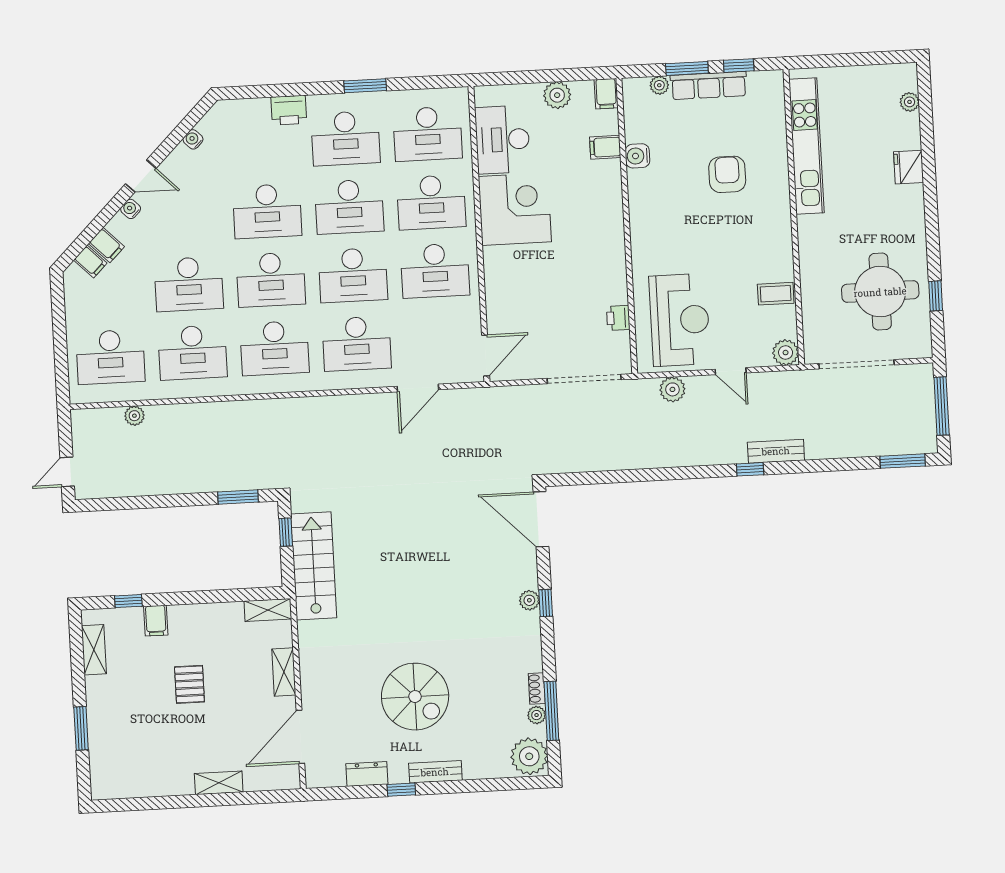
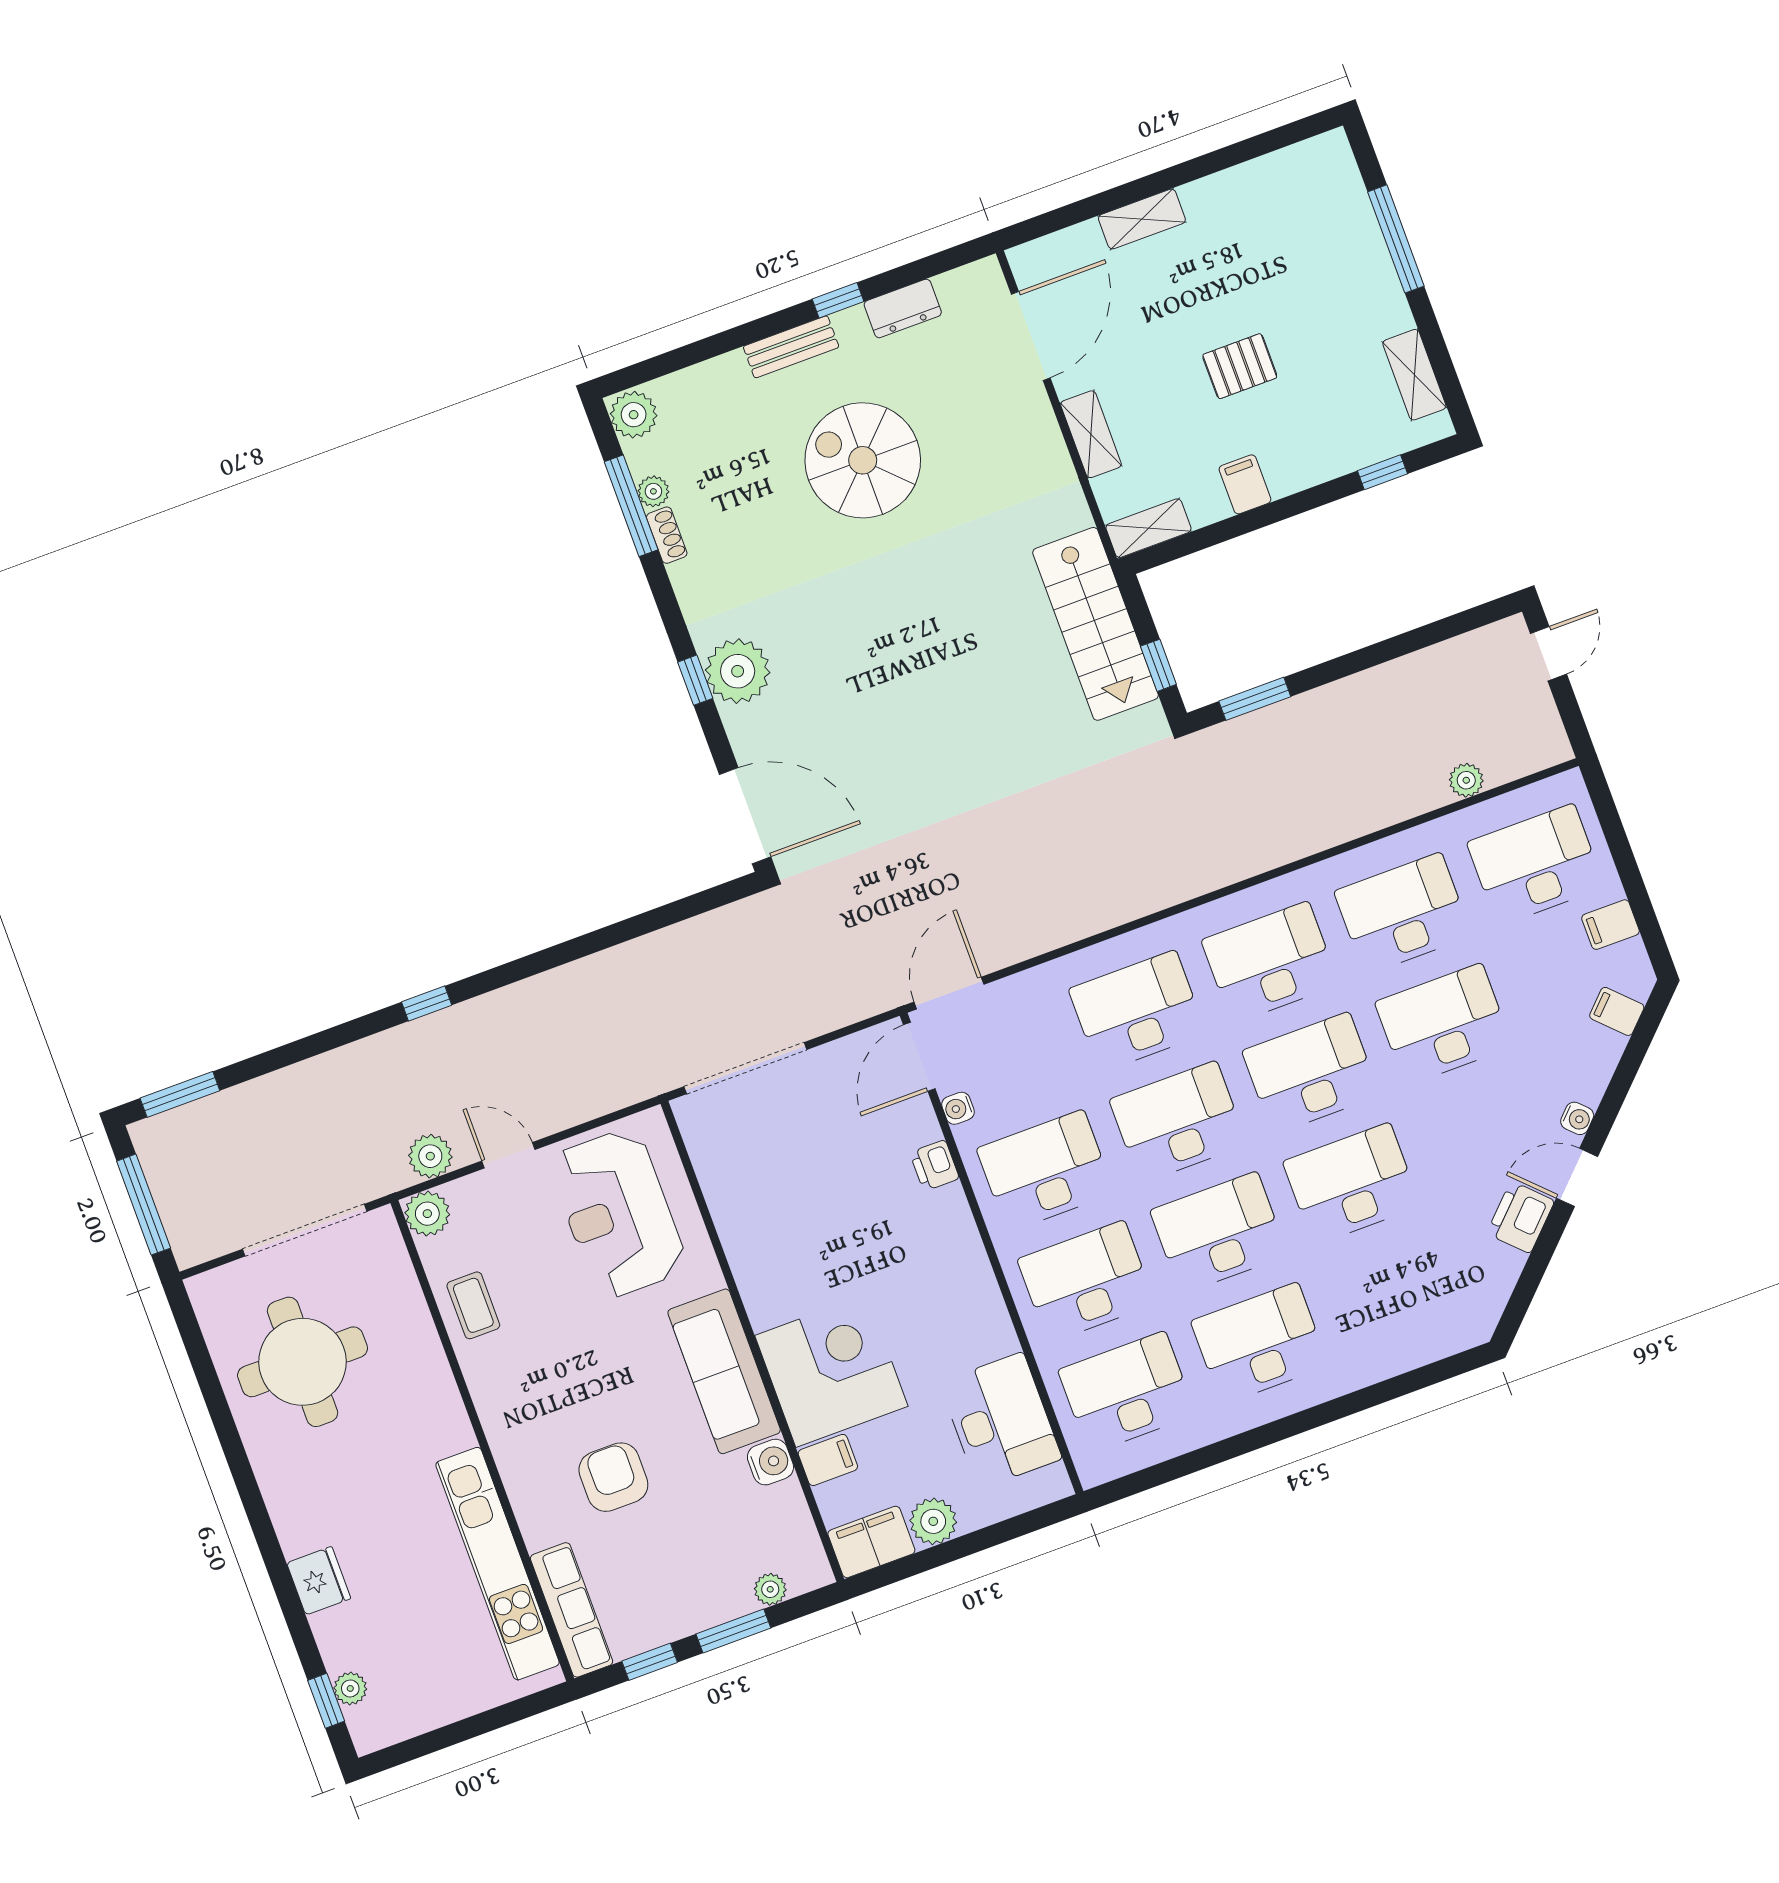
window: (365, 86) -> (1254, 1439), removed
row of seats: (709, 86) -> (571, 1610), moved, turned 90
filing cabinet: (606, 94) -> (871, 1542), width x2.00
printer: (289, 110) -> (1521, 1217), moved, turned -45
water cooler: (193, 139) -> (958, 1108), moved, turned 135
armchair: (727, 174) -> (613, 1477), turned 180
corner desk: (515, 209) -> (831, 1371), moved, turned 180
sofa: (648, 214) -> (724, 1371), added
filing cabinet: (106, 245) -> (1610, 925), moved, turned -45
coffee table: (776, 294) -> (473, 1305), turned 90
window: (936, 296) -> (326, 1701), moved
printer: (618, 318) -> (934, 1165), moved, turned 180
door: (418, 388) -> (949, 993), moved
plant: (672, 389) -> (430, 1156), moved
bench: (776, 451) -> (393, 1046), removed
plant: (529, 600) -> (738, 671), width x1.87, depth x1.87
filing cabinet: (156, 621) -> (1245, 484), moved
pallet: (189, 684) -> (1240, 366), turned 90
window: (81, 728) -> (1396, 239), width x1.44
plant: (529, 756) -> (634, 415), width x0.73, depth x0.73

